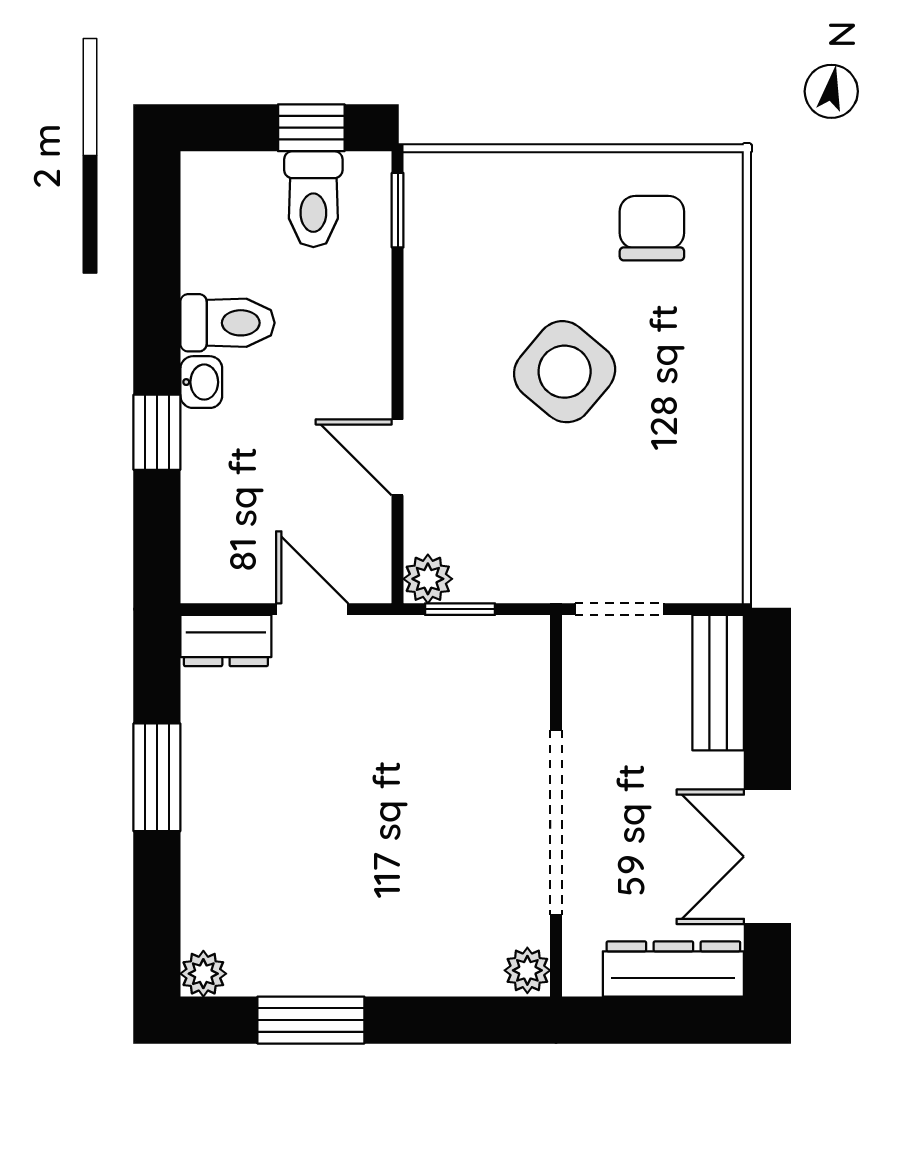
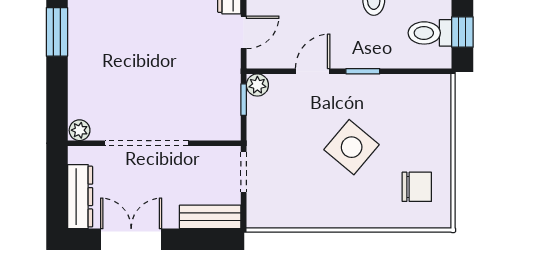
window: (398, 210) -> (363, 71), moved

